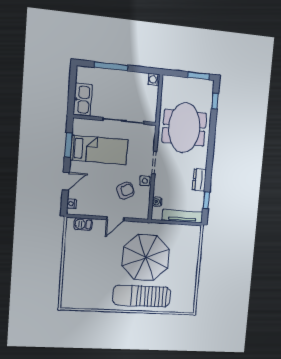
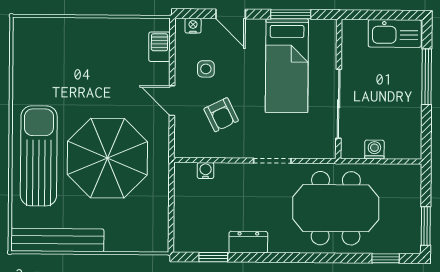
washing machine: (154, 79) -> (374, 150), moved
kitchen sink: (83, 100) -> (395, 33), moved
side table: (145, 181) -> (206, 69), moved
tv unit: (182, 216) -> (183, 217), removed
bench: (190, 287) -> (57, 240), added

